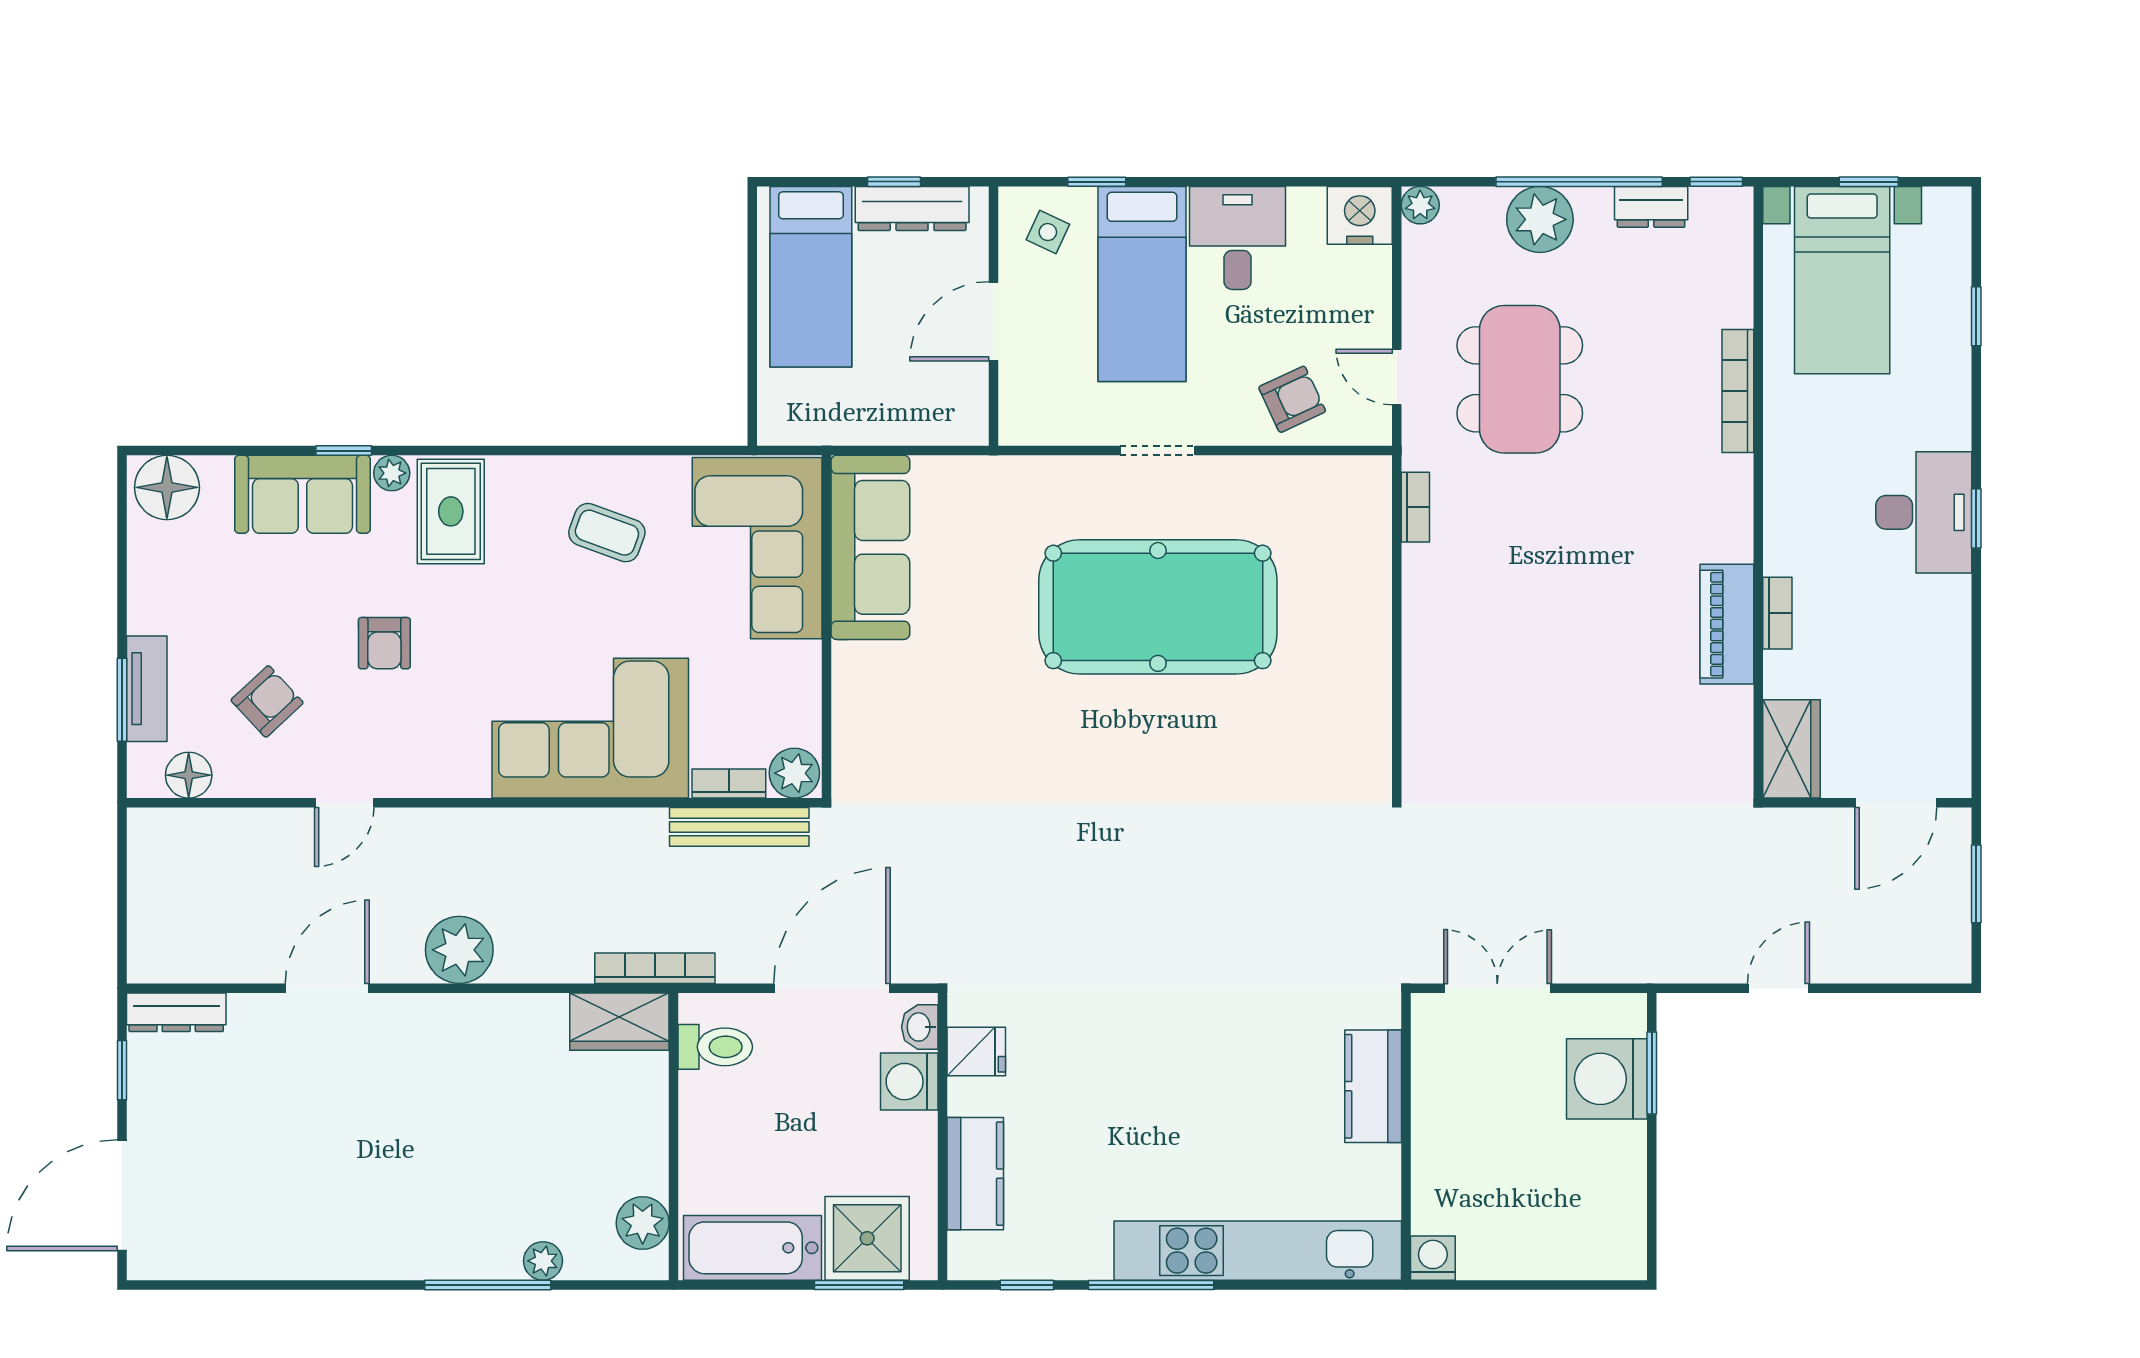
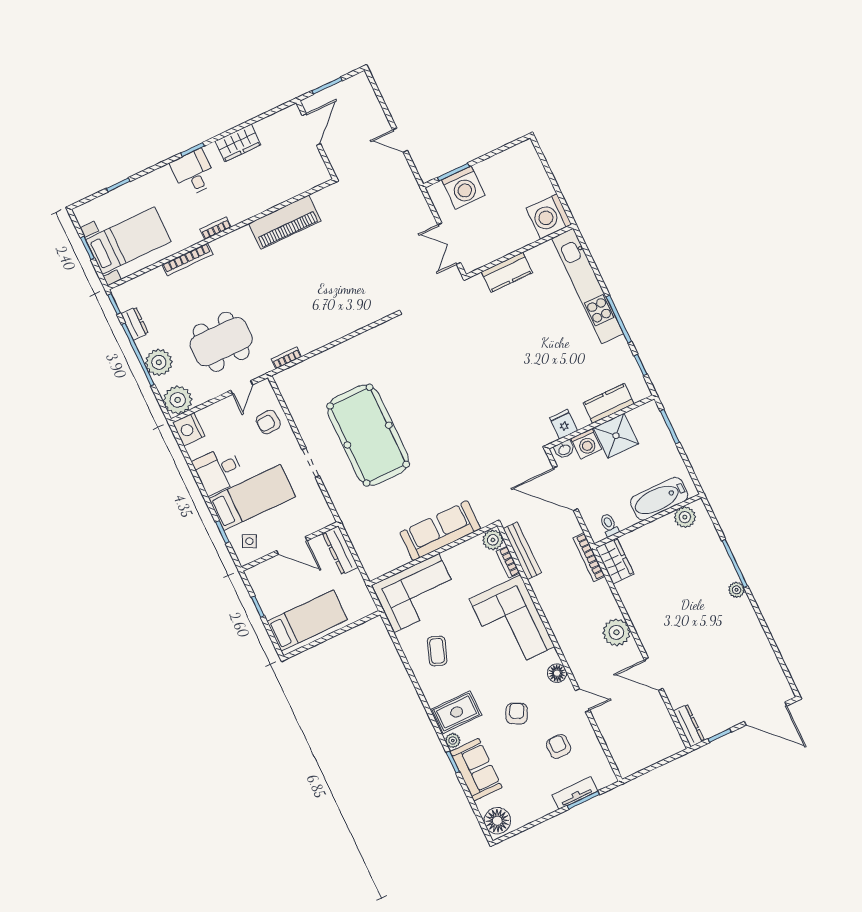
plant: (1420, 205) -> (178, 400), width x1.87, depth x1.87
dresser: (912, 209) -> (340, 550), moved, turned 180
armchair: (1292, 399) -> (268, 422), turned -68
desk: (1924, 512) -> (193, 173), width x0.73
sofa: (870, 547) -> (440, 531), moved
bookcase: (1777, 613) -> (216, 228), moved
piano: (1727, 624) -> (285, 222), width x1.37, depth x1.33
armchair: (384, 643) -> (517, 714), turned -63
armchair: (267, 701) -> (559, 746), turned 43
wardrobe: (1791, 749) -> (238, 143), moved, turned 180
floor lamp: (189, 775) -> (557, 673), moved
door: (1896, 803) -> (311, 129), hinge flipped
toilet: (715, 1047) -> (609, 525), width x0.73, depth x0.72
shower: (867, 1238) -> (616, 436), moved
bathtub: (752, 1248) -> (659, 499), moved, turned 90
washing machine: (1433, 1258) -> (549, 216), width x1.89, depth x1.89
plant: (543, 1261) -> (736, 590), moved

